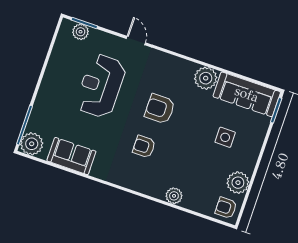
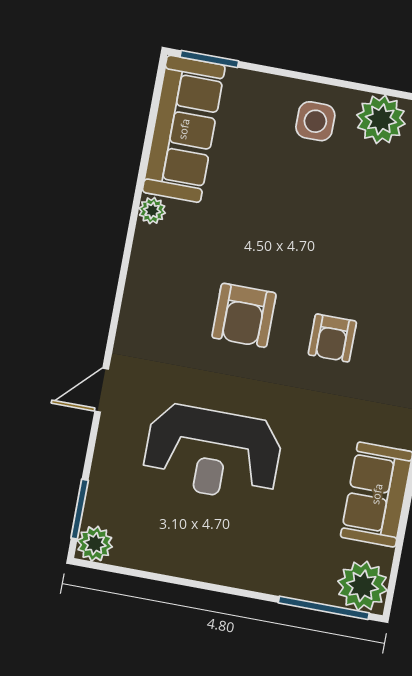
plant: (81, 32) -> (95, 544), moved
plant: (206, 78) -> (152, 211), width x0.53, depth x0.53
side table: (225, 137) -> (315, 121), moved

